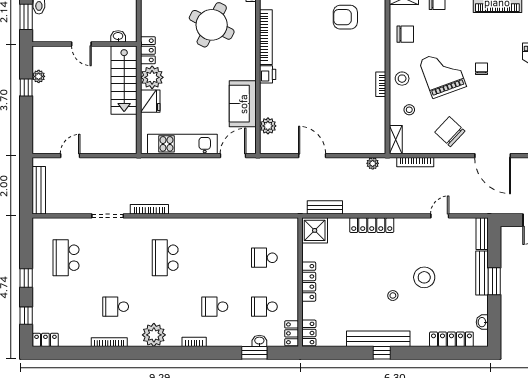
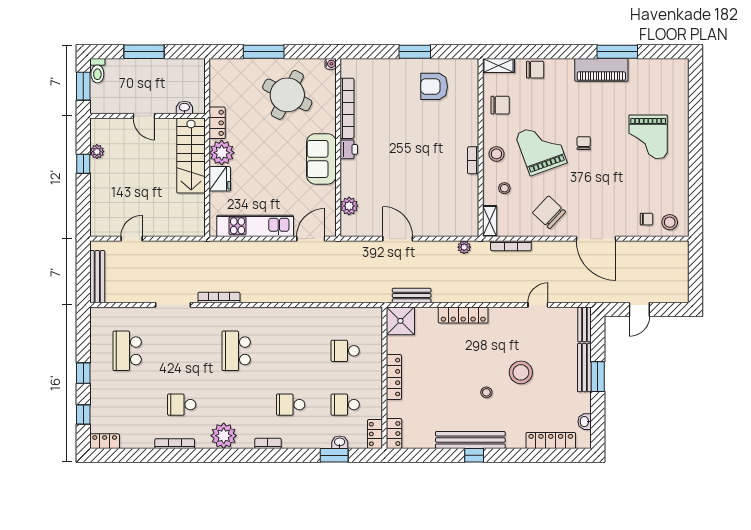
sofa: (243, 104) -> (321, 159), moved

